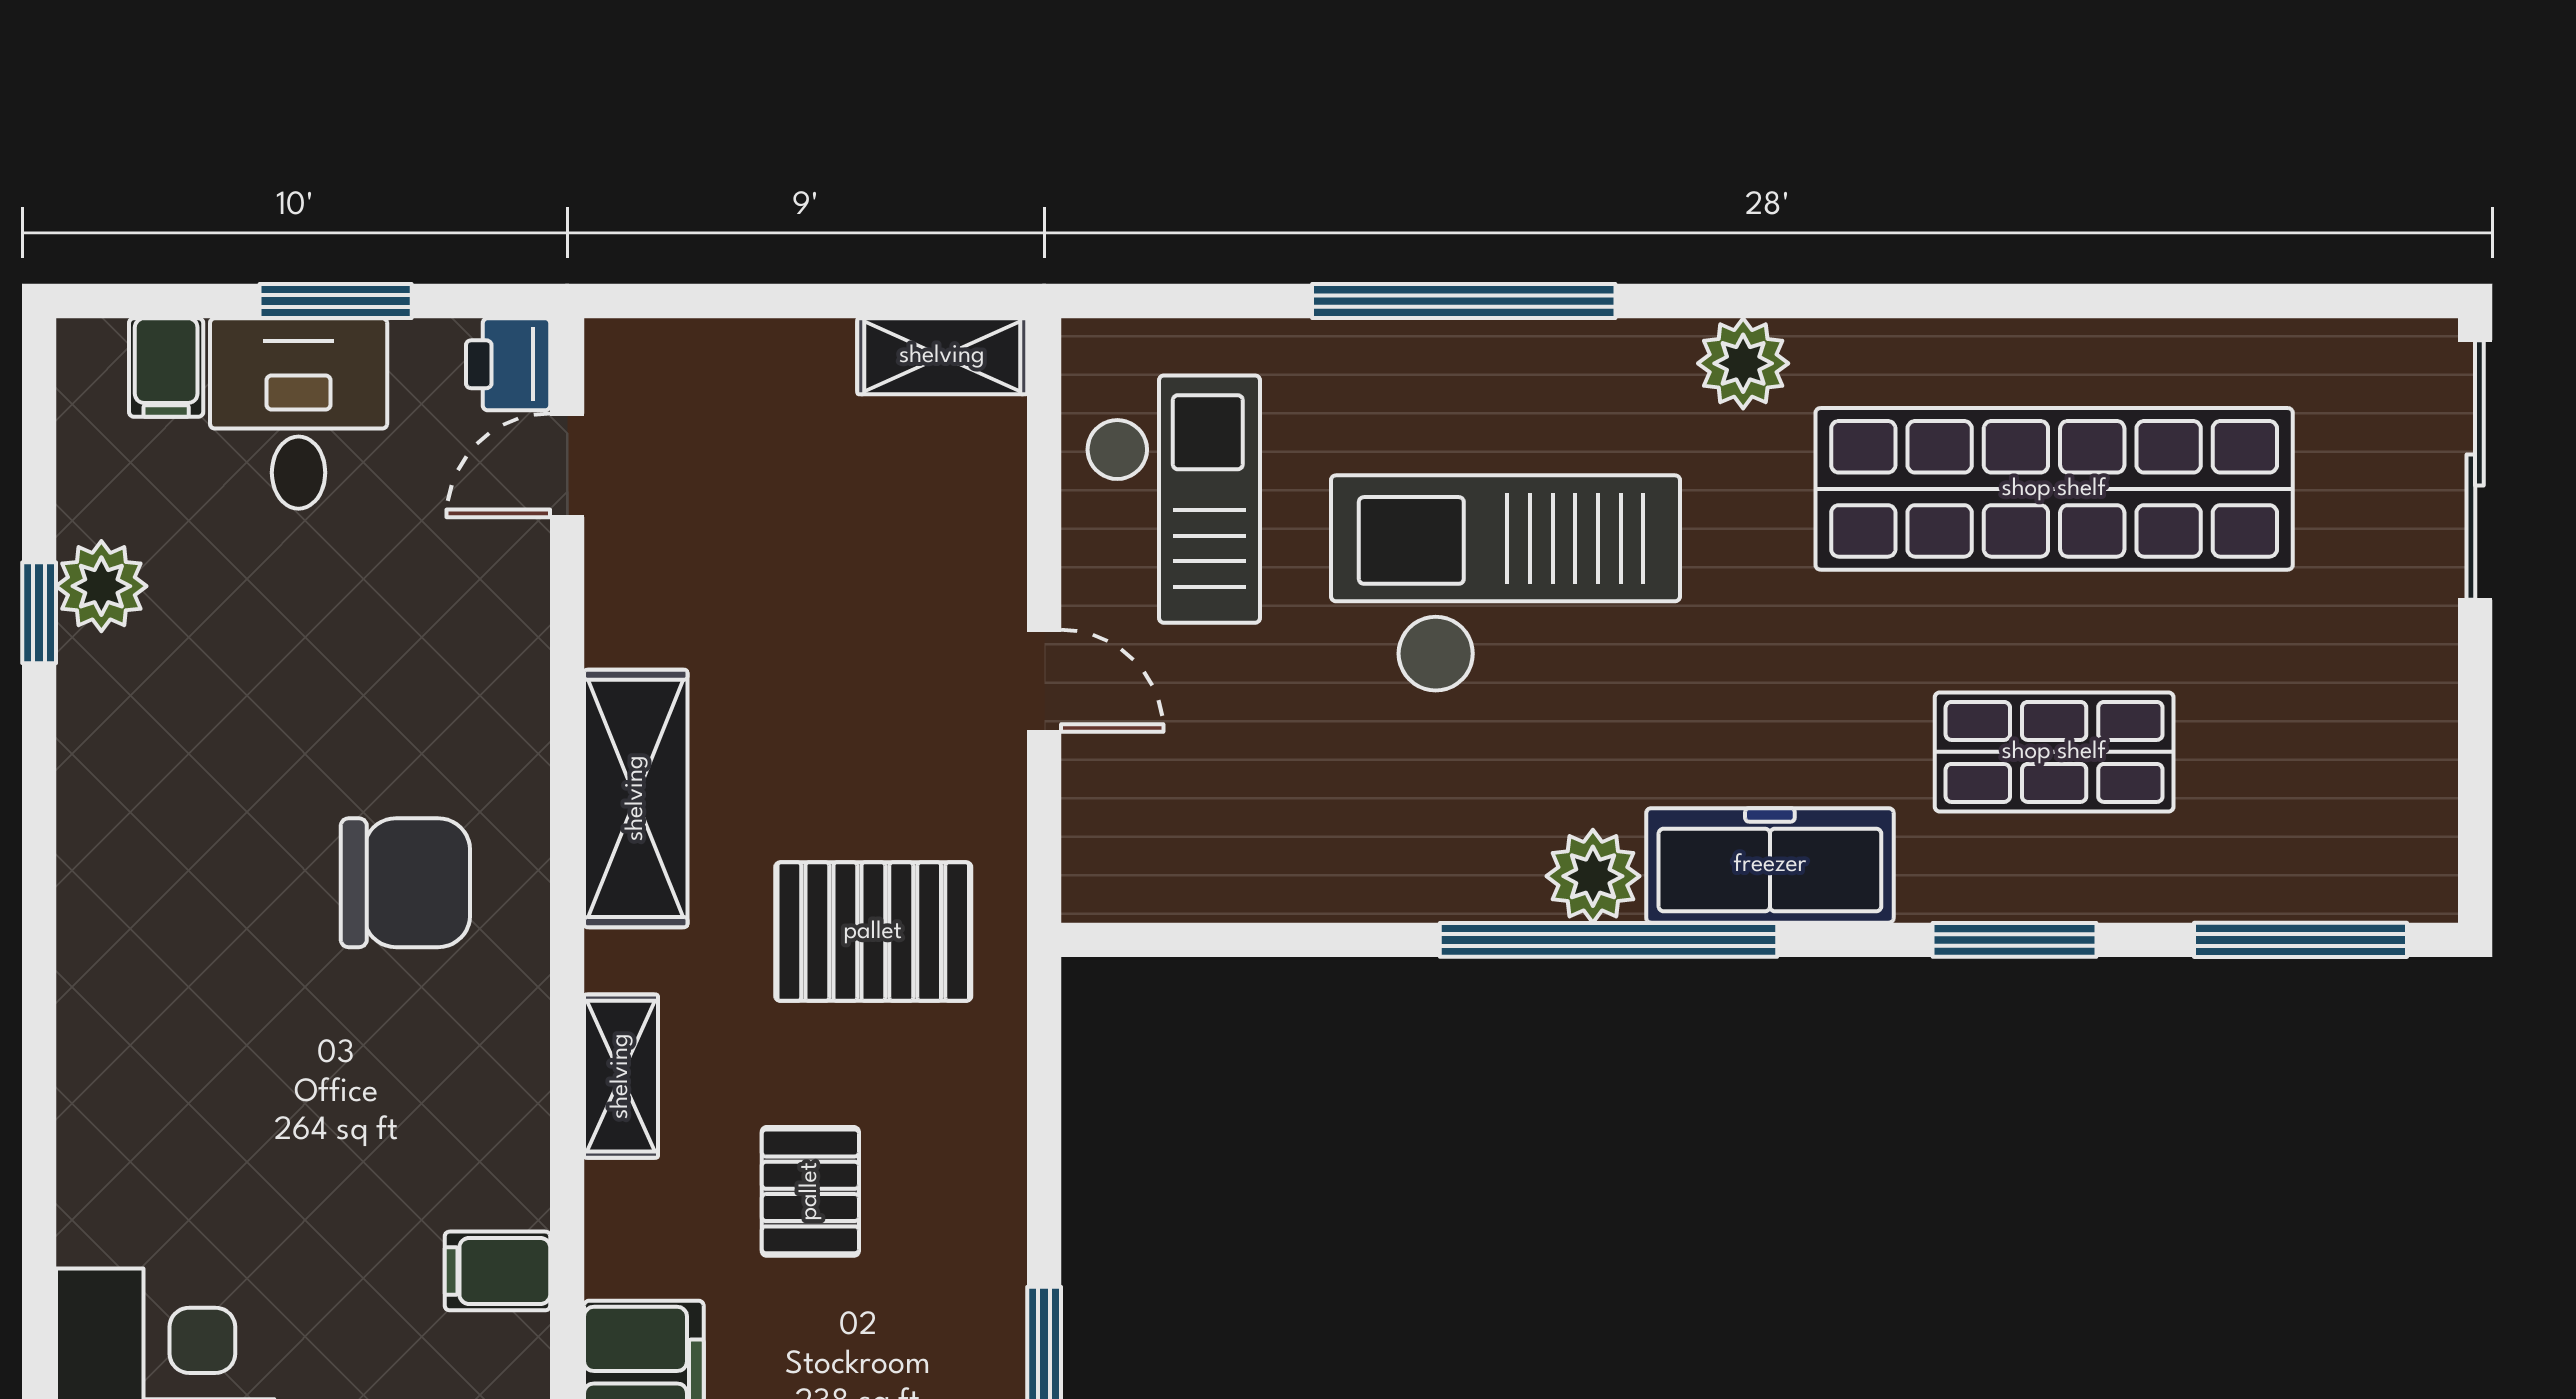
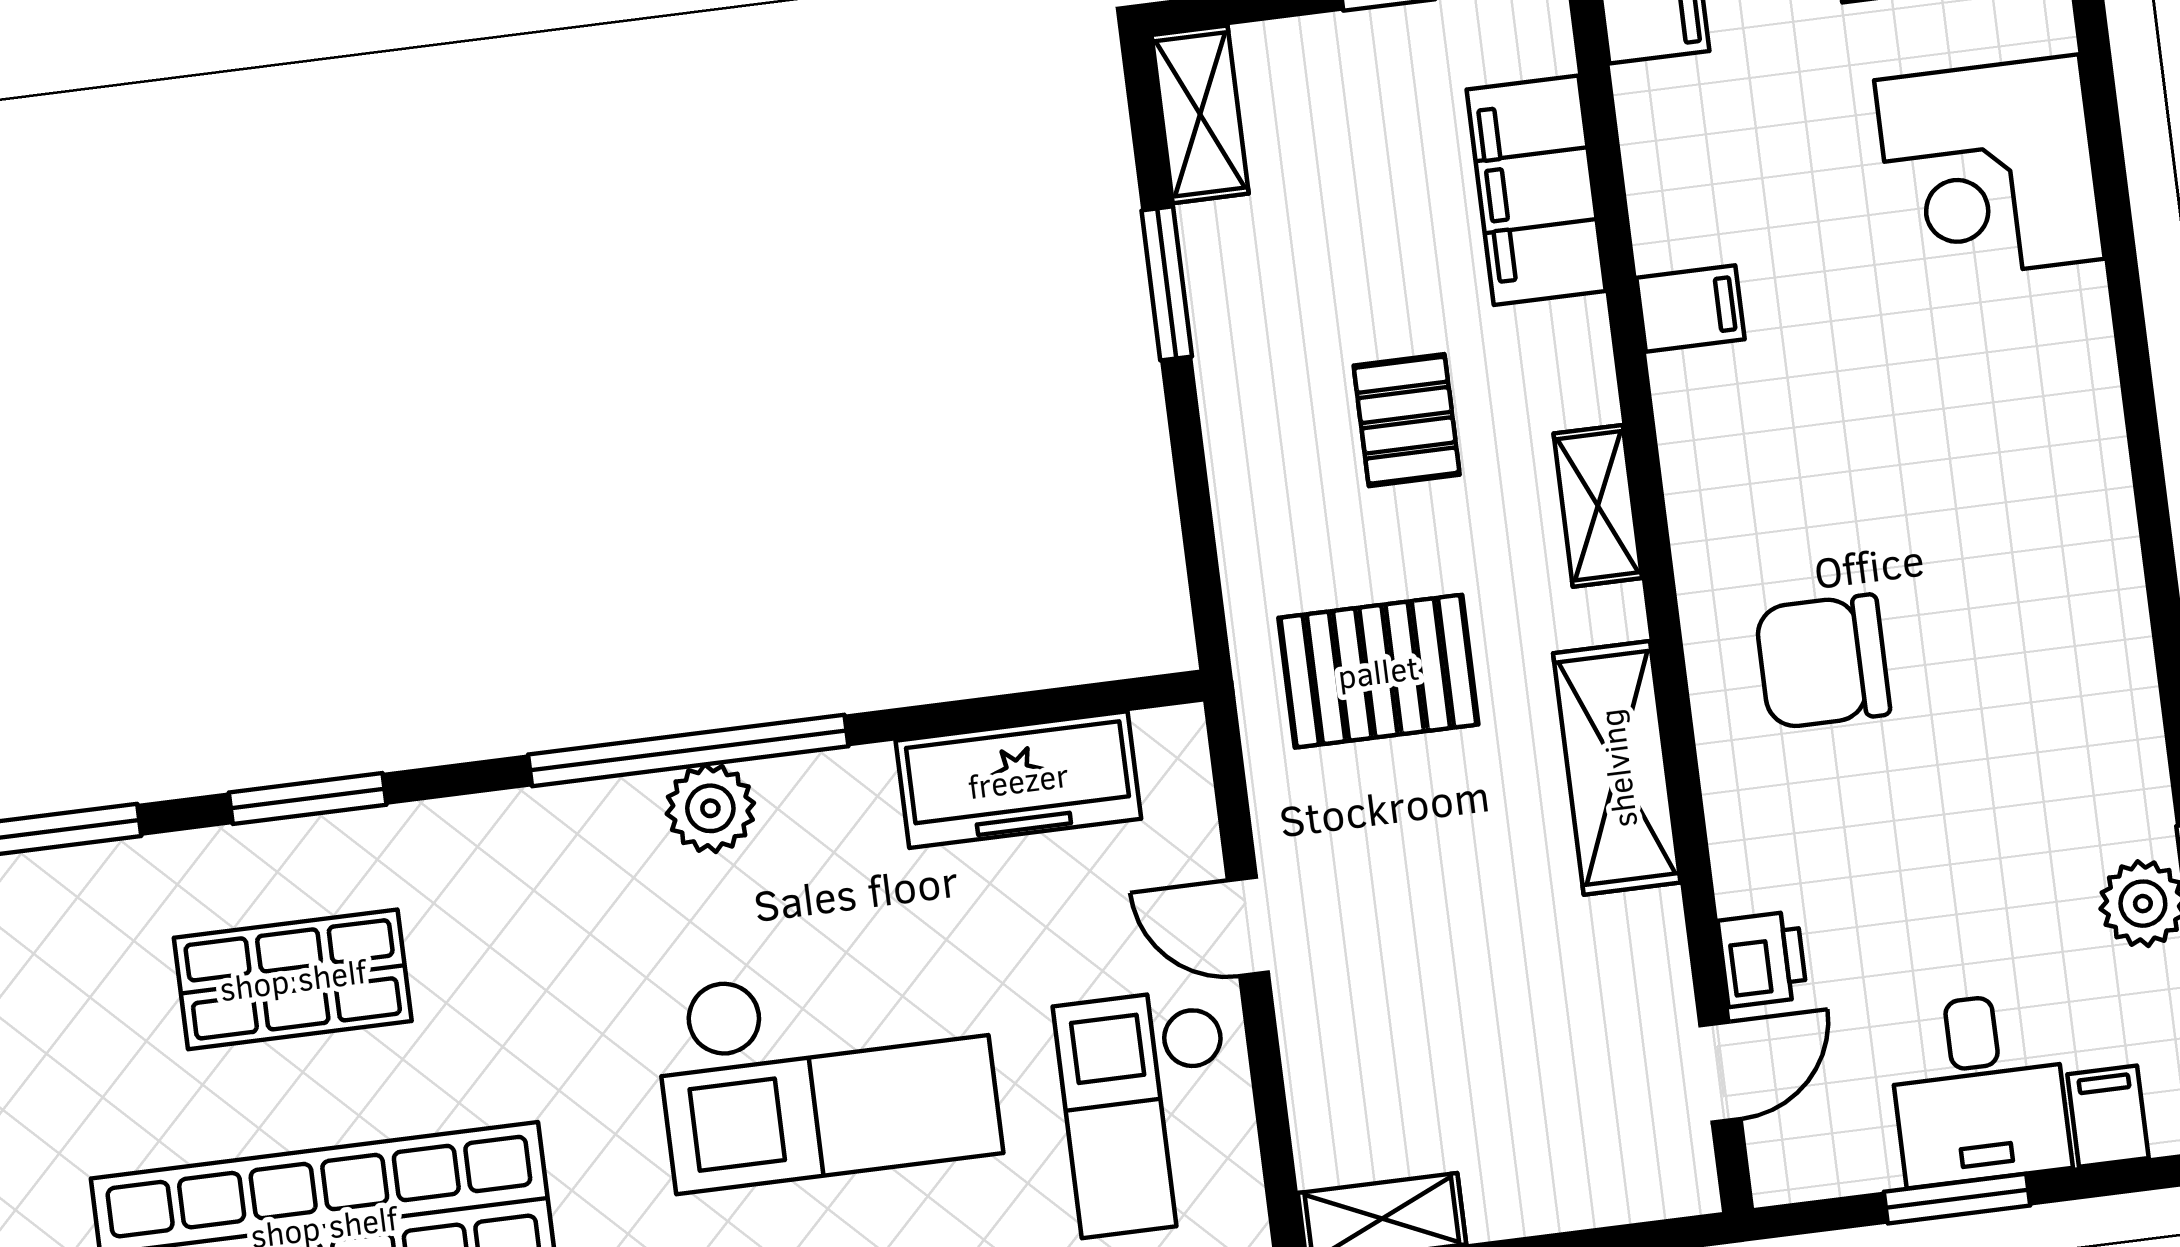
printer: (508, 364) -> (1763, 959), moved
freezer: (1770, 865) -> (1018, 780), moved

